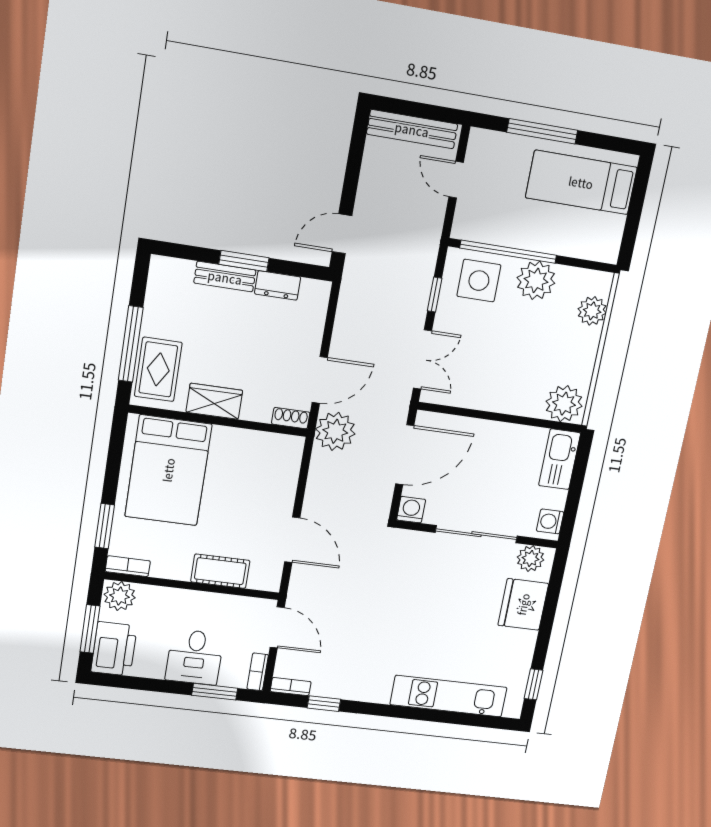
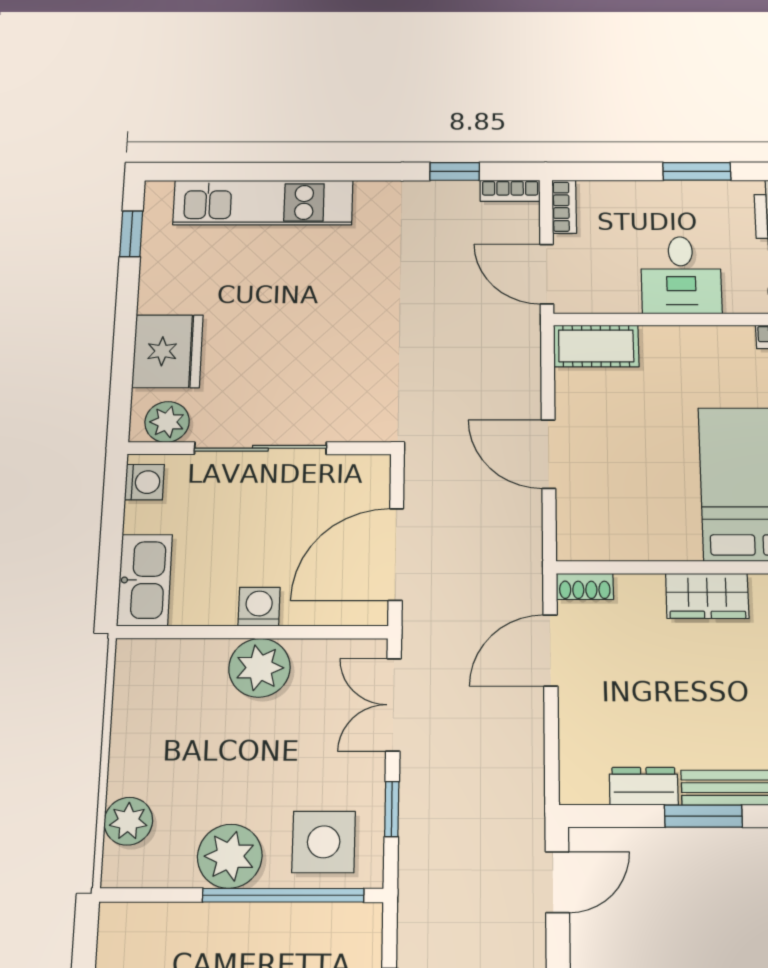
plant: (564, 404) -> (259, 668), moved
plant: (335, 431) -> (512, 576), removed
washing machine: (411, 510) -> (259, 607), moved, turned 180
door: (292, 540) -> (549, 454), moved
cot: (220, 571) -> (596, 346), moved
desk: (195, 657) -> (681, 275), moved, turned 180
window: (215, 692) -> (697, 171), moved

